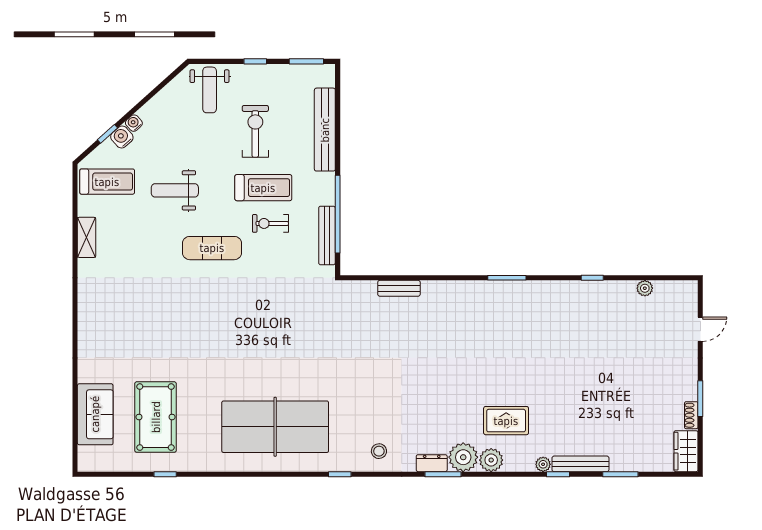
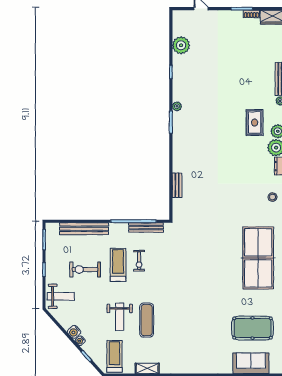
water cooler: (122, 137) -> (74, 332), moved
exercise mat: (212, 248) -> (147, 320), moved
plant: (534, 288) -> (177, 106), added
plant: (645, 288) -> (181, 45), width x1.88, depth x1.88

